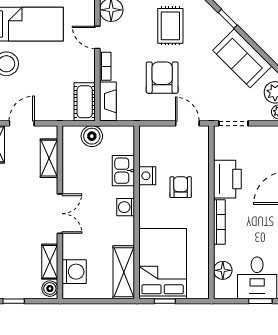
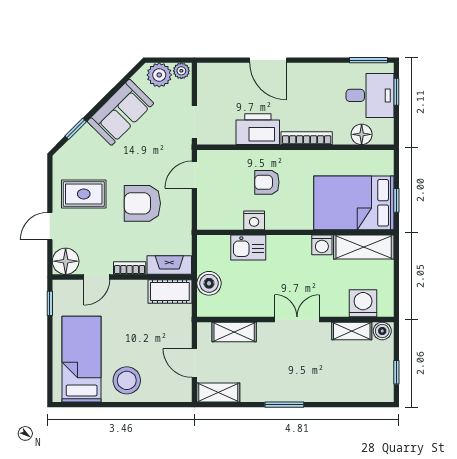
washing machine: (126, 207) -> (322, 245), moved

